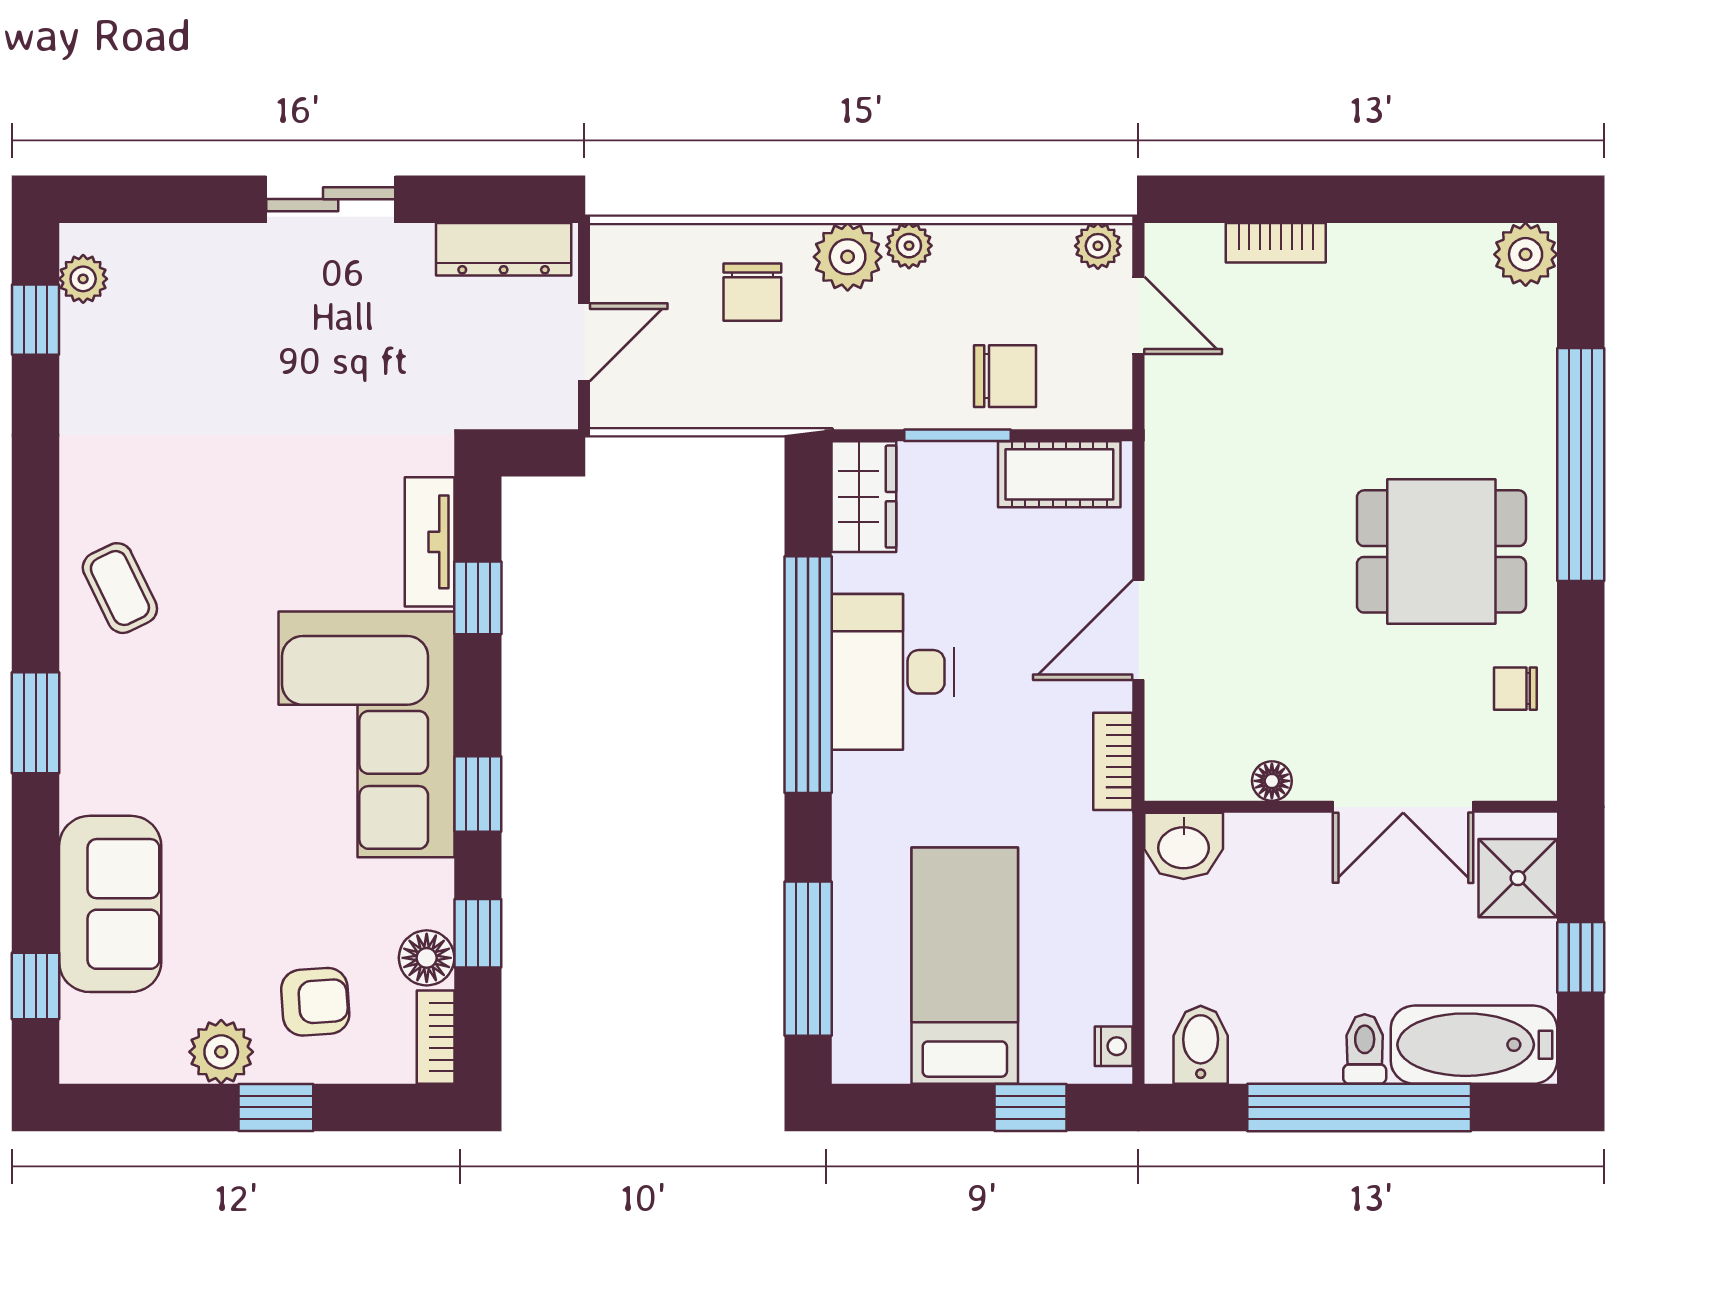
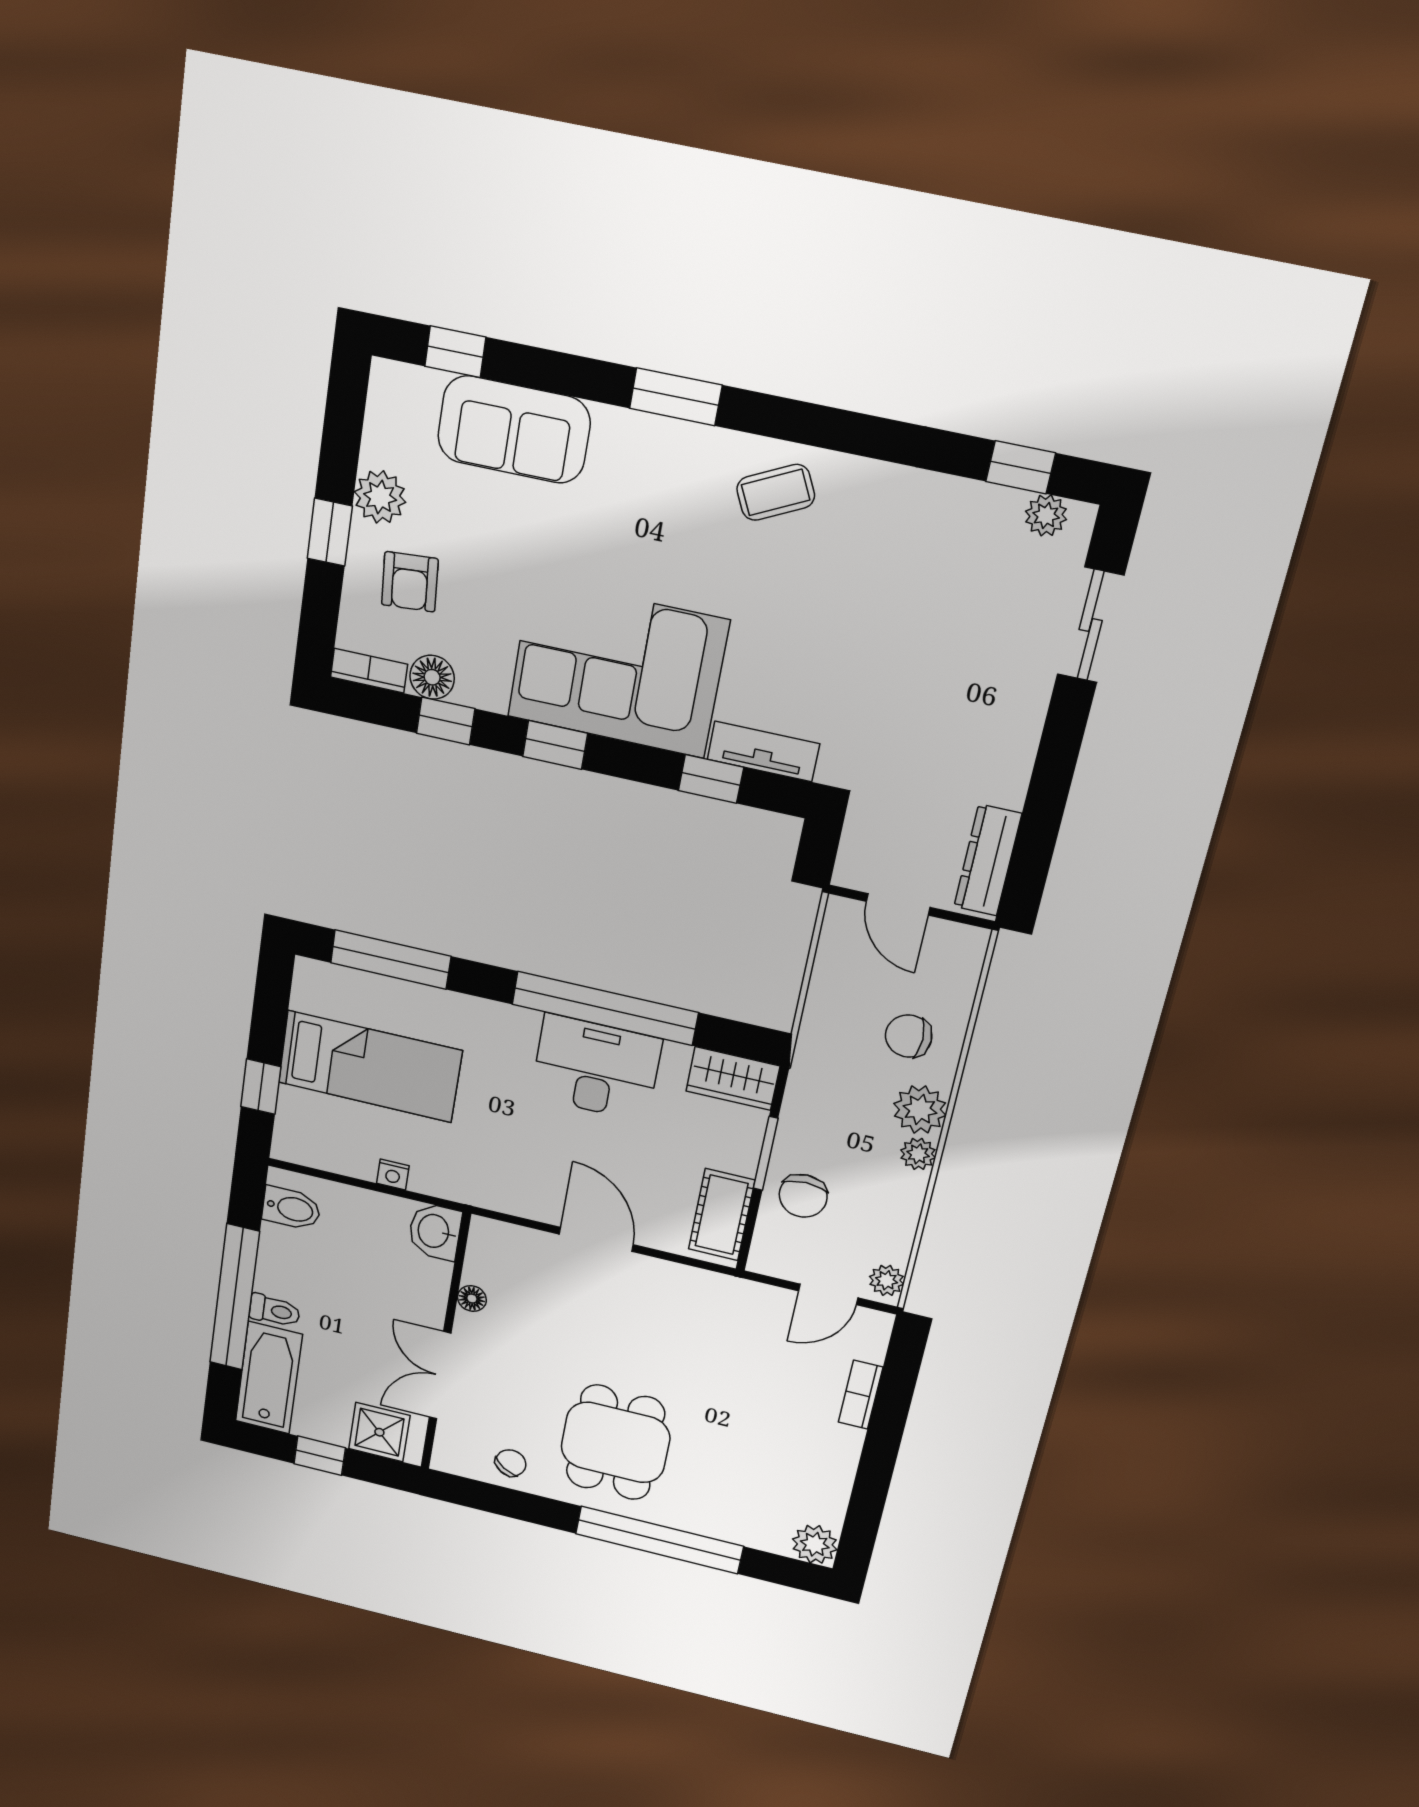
sliding door: (331, 199) -> (1091, 625), moved
chair: (1515, 689) -> (511, 1463), turned 34
bookcase: (1113, 761) -> (503, 1200), removed
nightstand: (1114, 1046) -> (393, 1174), moved

